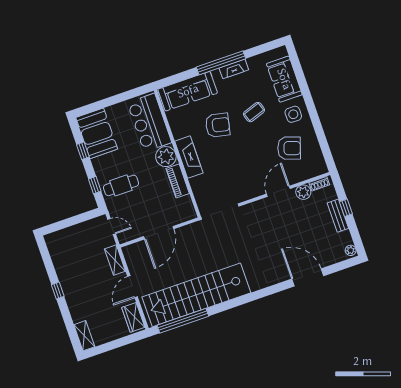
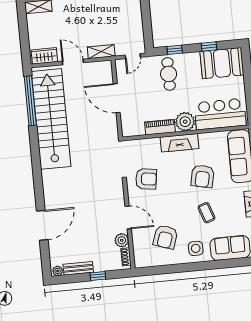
armchair: (234, 182) -> (146, 179), added
bench: (338, 216) -> (78, 268), moved

